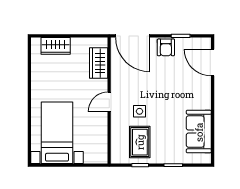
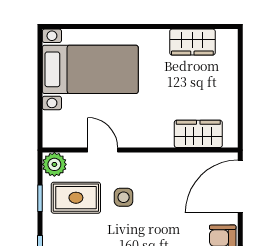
wardrobe: (56, 46) -> (192, 42), moved, turned -90
door: (109, 102) -> (103, 150), moved
plant: (118, 156) -> (54, 164), added

